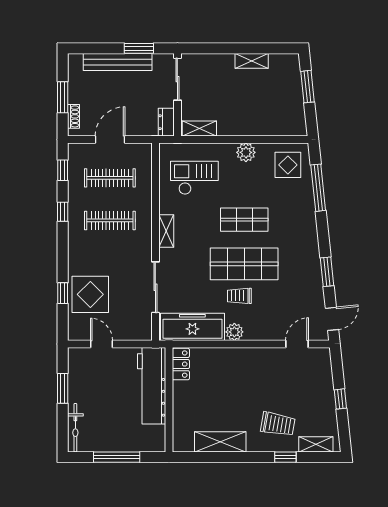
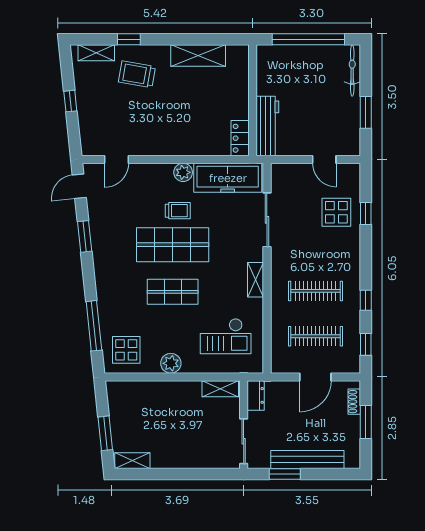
shelving: (252, 61) -> (132, 461), moved
display table: (90, 294) -> (336, 212), width x0.73, depth x0.73
workbench: (152, 386) -> (267, 126), width x0.73, depth x0.76
window: (117, 457) -> (308, 39), width x1.46

